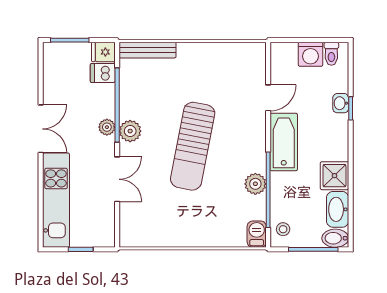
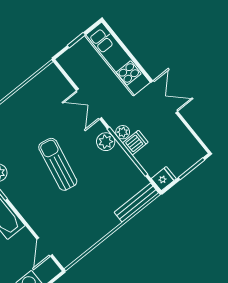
dishwasher: (103, 73) -> (135, 143), moved
door: (268, 98) -> (45, 247), moved
double door: (41, 129) -> (164, 97), swing flipped
sun lounger: (193, 146) -> (58, 164), width x0.73, depth x0.75

